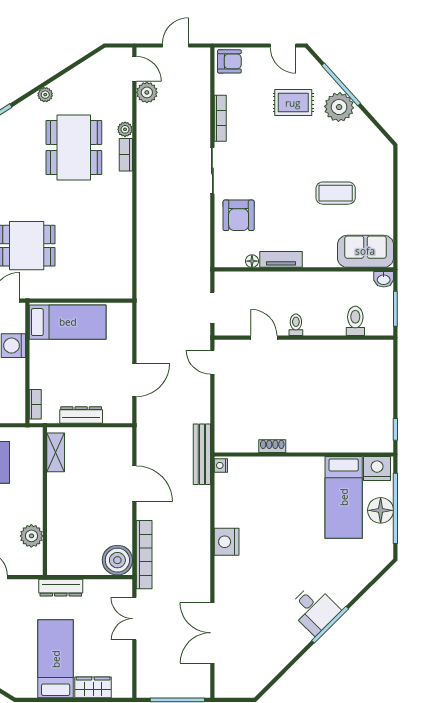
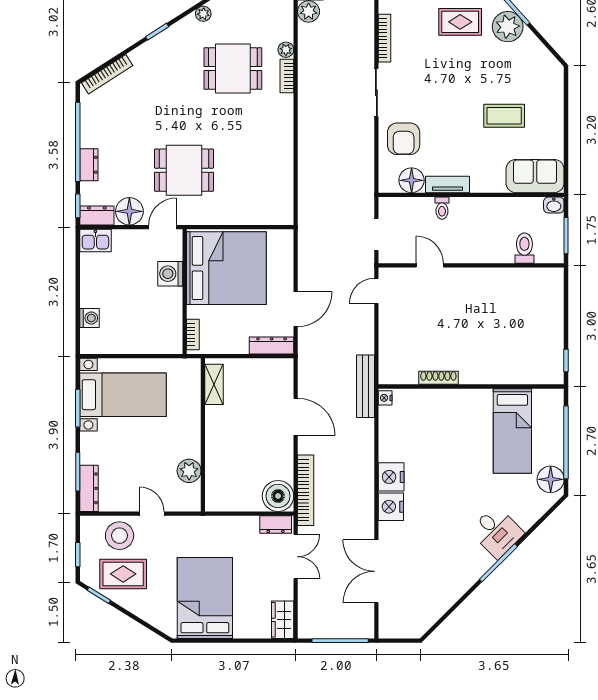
dining table: (74, 148) -> (233, 69), width x0.73
floor lamp: (252, 261) -> (412, 180), width x1.89, depth x1.89
bed: (68, 322) -> (226, 268), width x2.04
toilet: (296, 325) -> (442, 208), moved, turned 180
door: (212, 362) -> (376, 291), hinge flipped
dresser: (81, 415) -> (272, 346), moved
shoe rack: (272, 446) -> (438, 378), width x1.43
nightstand: (377, 468) -> (391, 507), moved, turned -90
floor lamp: (381, 510) -> (551, 479), moved
dresser: (61, 588) -> (276, 524), moved, width x0.70
desk: (314, 609) -> (497, 532), moved
double door: (134, 619) -> (296, 557), swing flipped
bed: (56, 659) -> (205, 598), width x1.50
wardrobe: (93, 687) -> (283, 620), moved, turned -90

